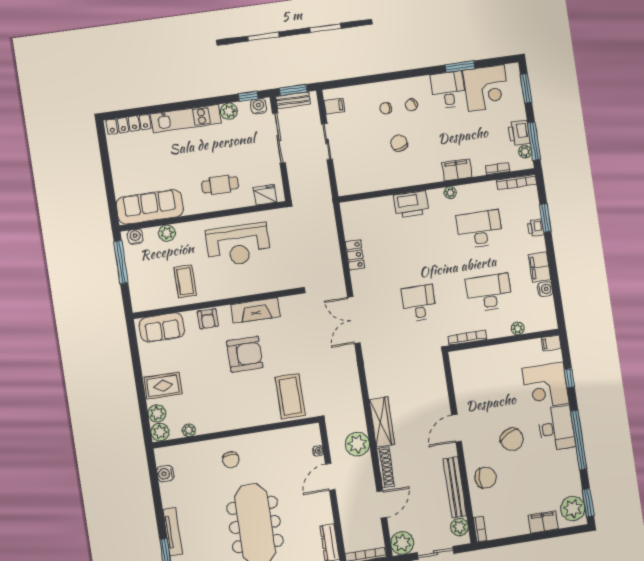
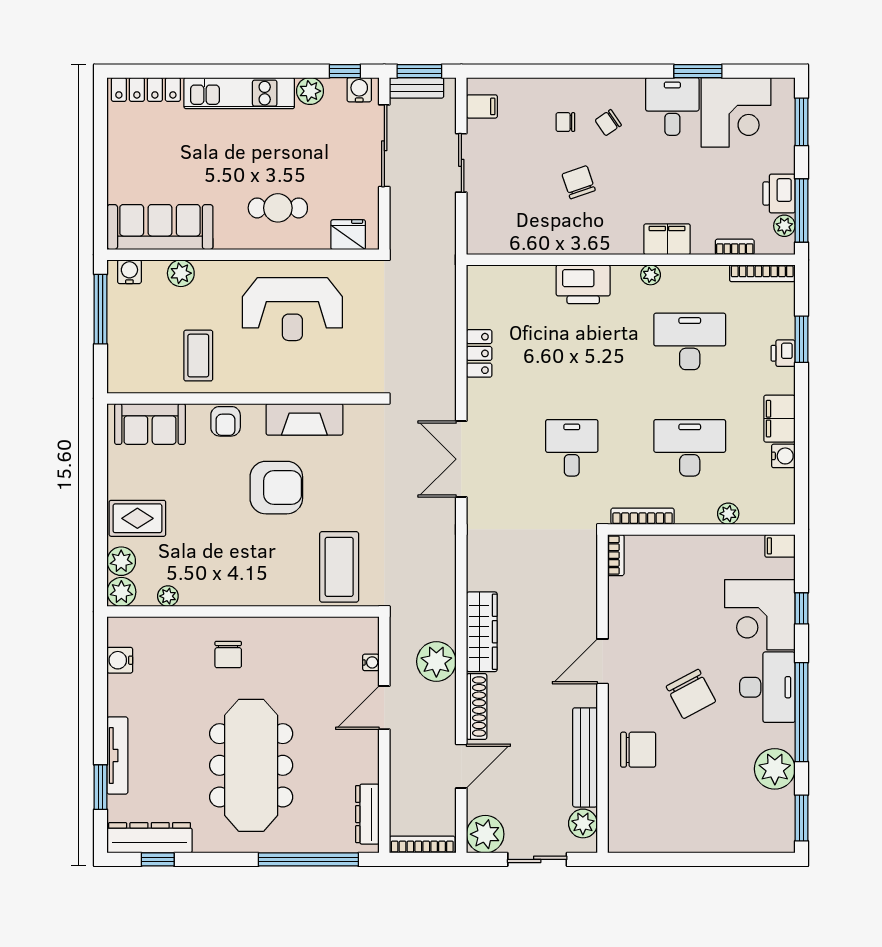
plant: (573, 509) -> (775, 769), moved
filing cabinet: (543, 522) -> (722, 837), removed
bookcase: (480, 529) -> (616, 555), moved

